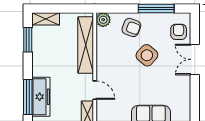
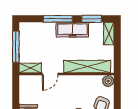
window: (28, 97) -> (58, 19), moved
freezer: (41, 97) -> (72, 30), moved

